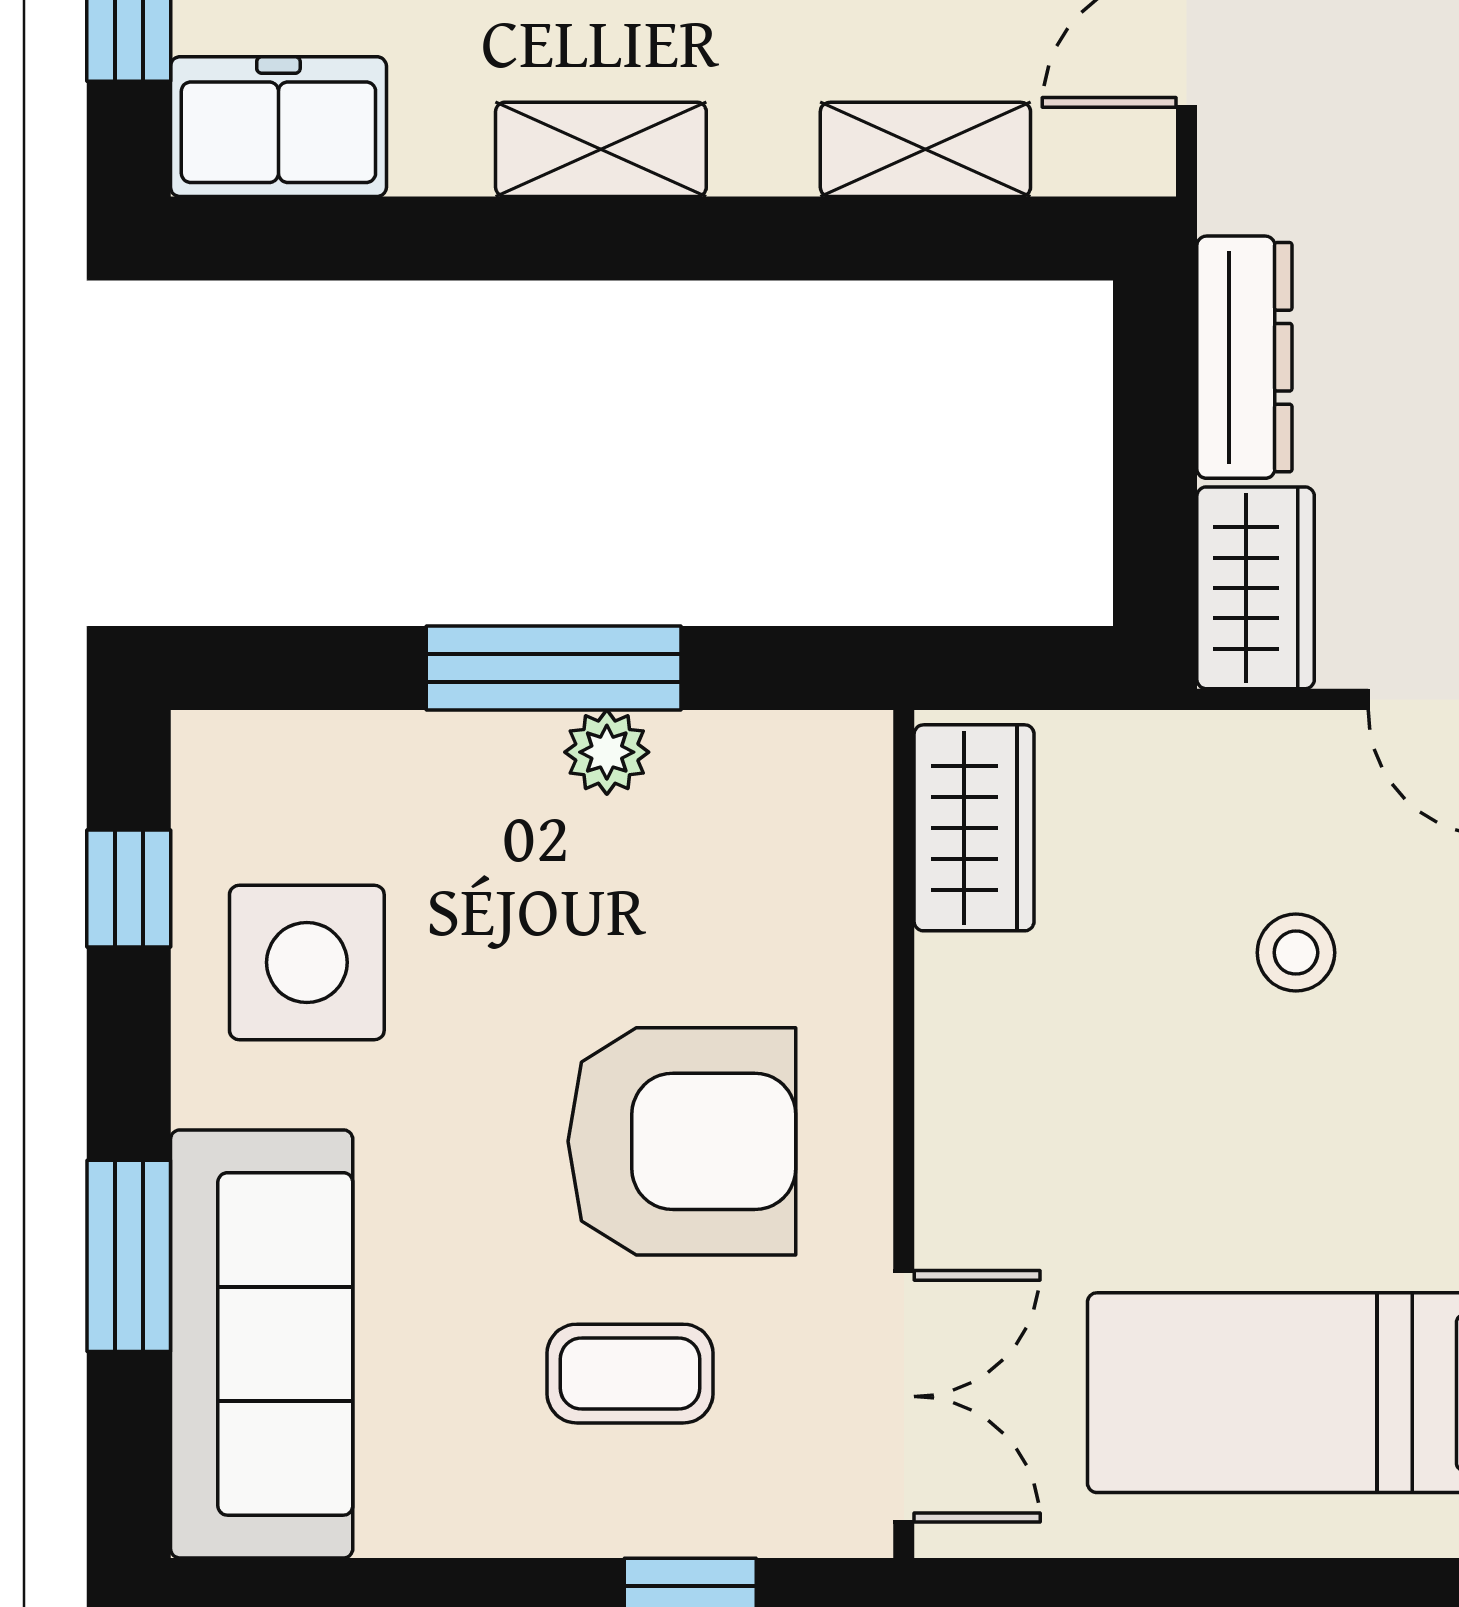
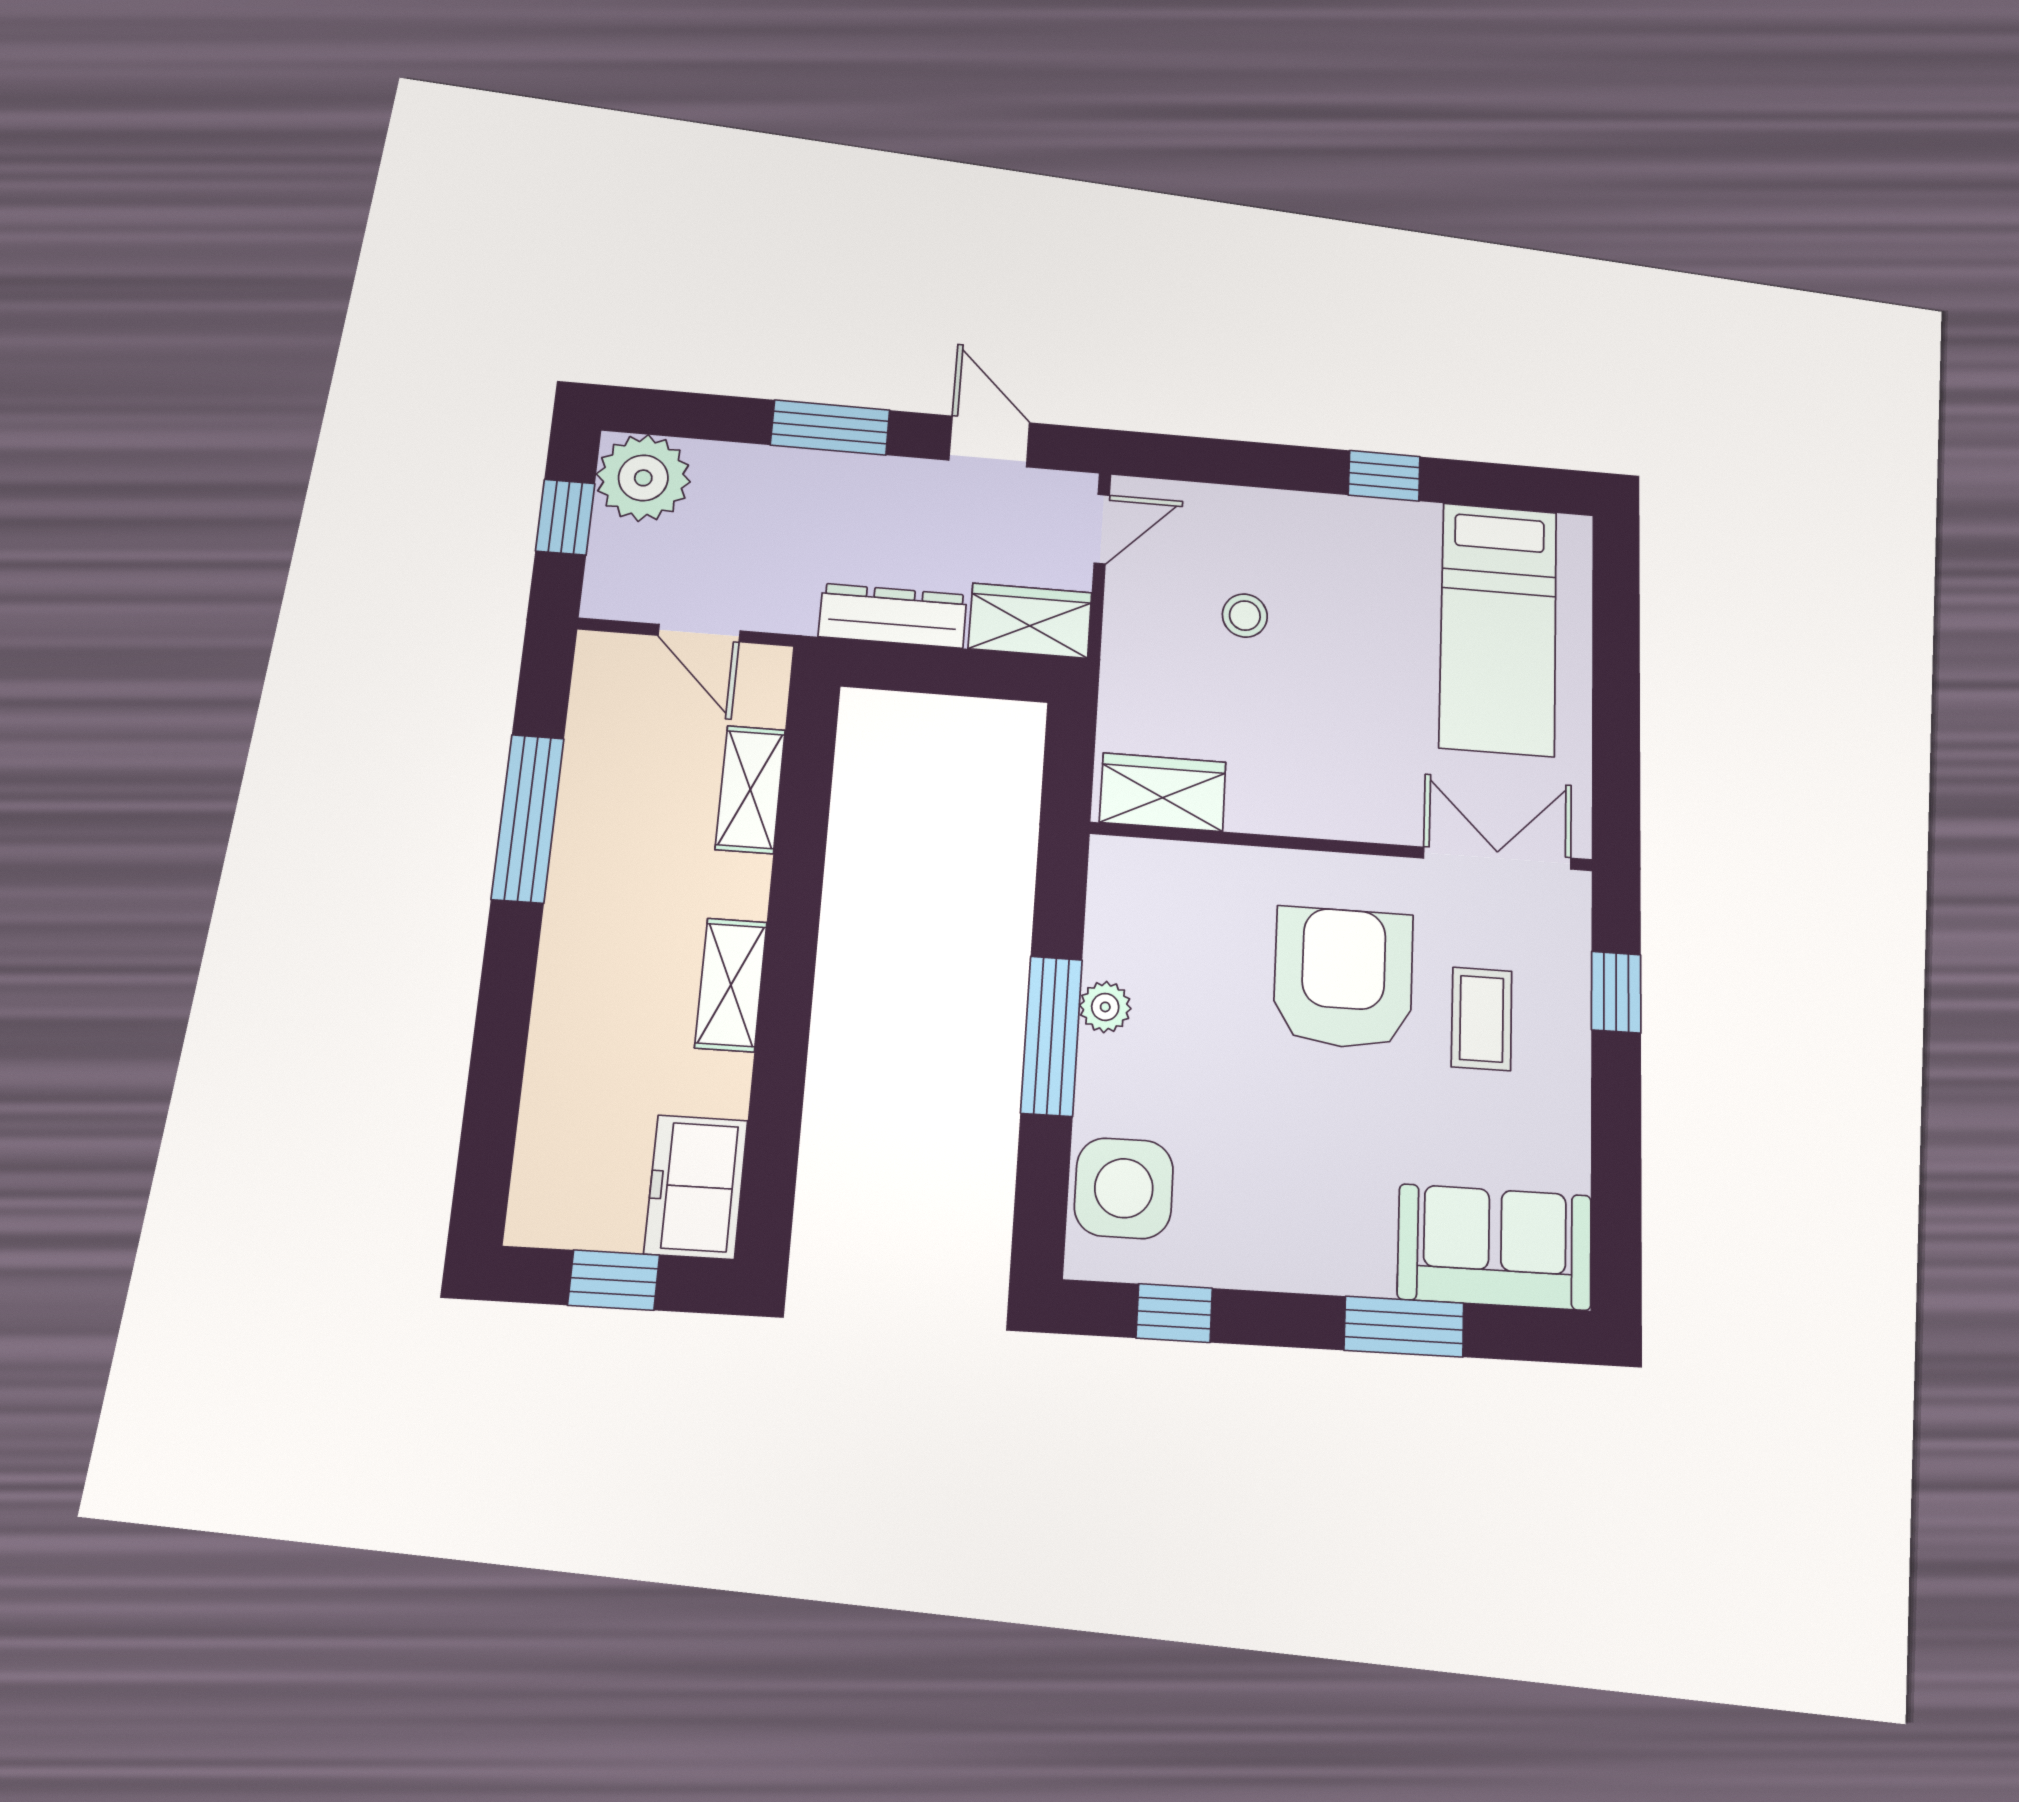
side table: (307, 962) -> (1124, 1188), moved
sofa: (262, 1344) -> (1495, 1247), width x0.73

